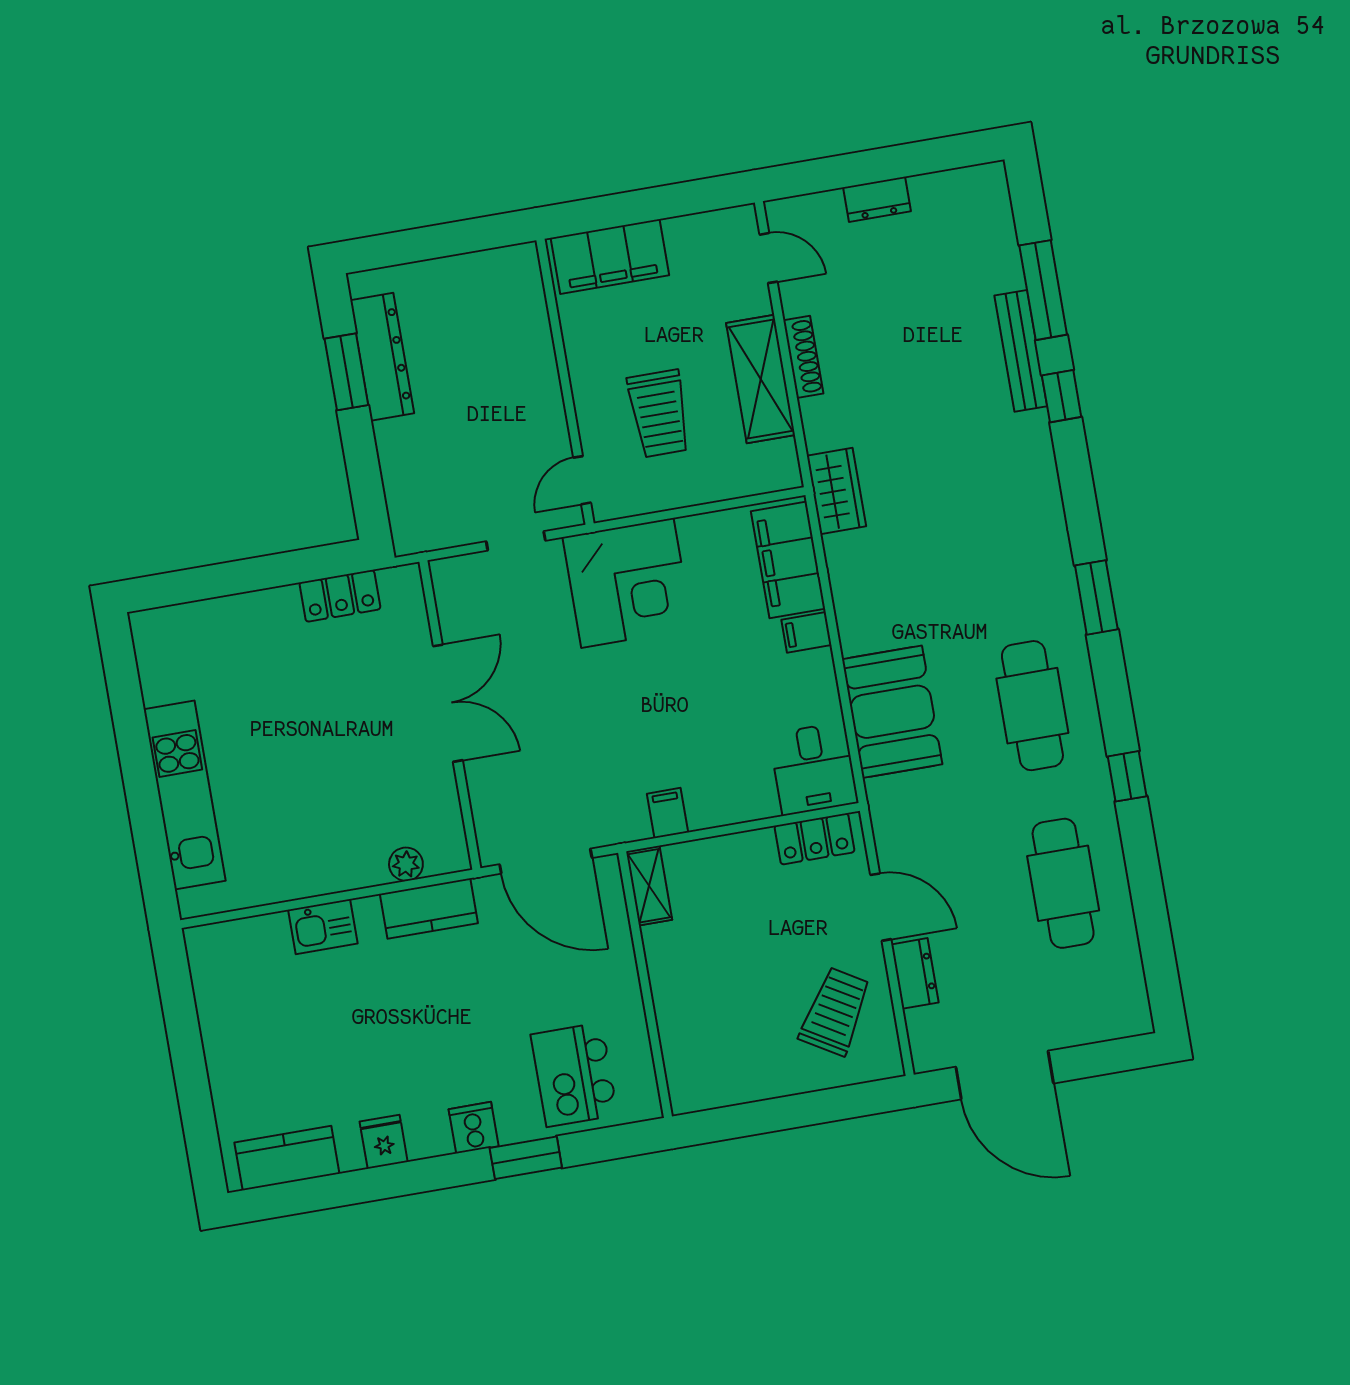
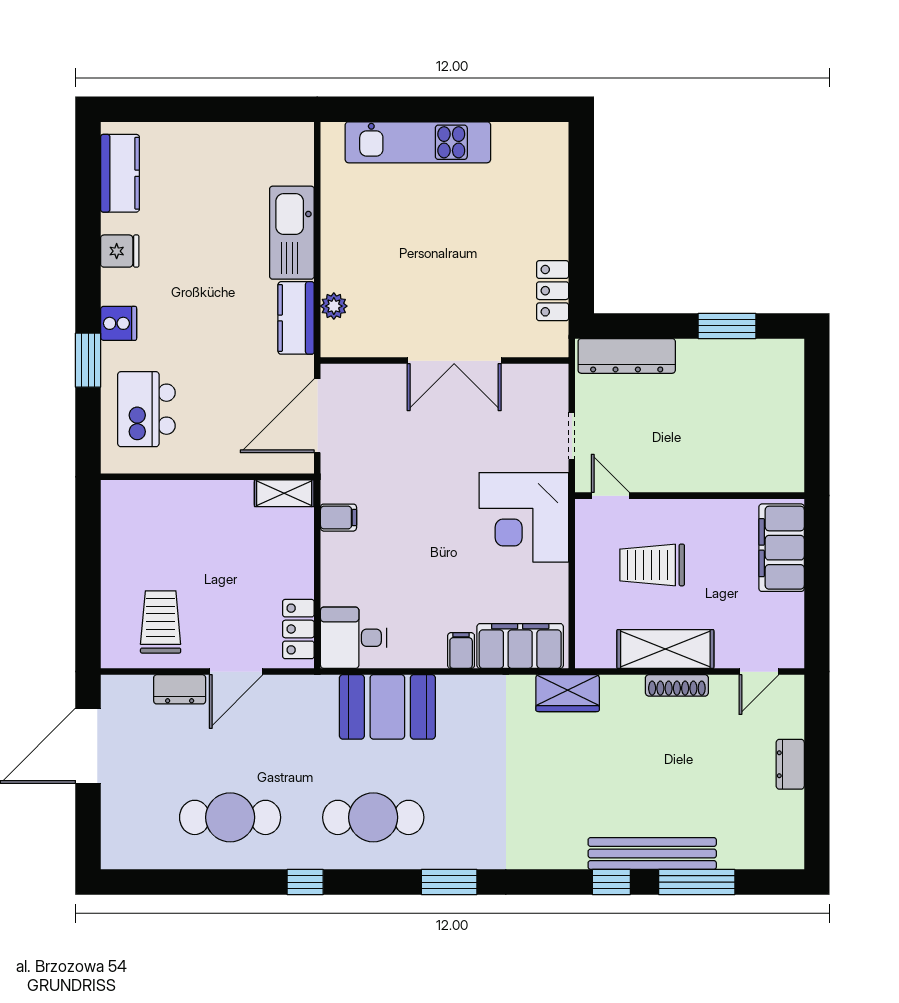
bench: (1021, 351) -> (652, 853), width x1.37, depth x1.21
dresser: (382, 357) -> (627, 356), moved
kitchen sink: (323, 927) -> (292, 233), width x1.88, depth x1.24
trolley: (835, 1011) -> (161, 622), turned -121
kitchen island: (574, 1075) -> (146, 409), turned -90

